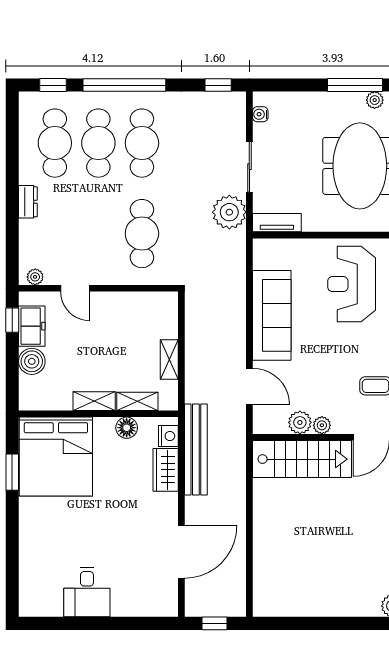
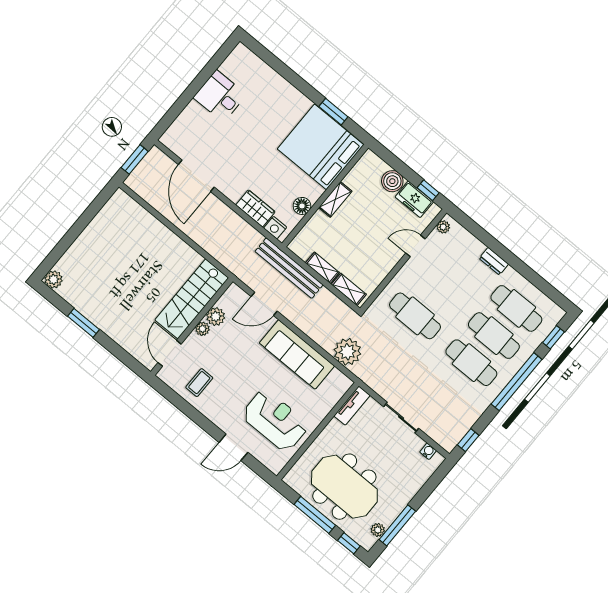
plant: (229, 212) -> (347, 352), moved
shelving: (137, 401) -> (349, 289), moved, turned 90
bench: (196, 449) -> (289, 268), moved
window: (214, 623) -> (135, 159), width x1.50

